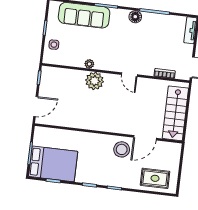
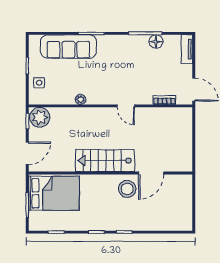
floor lamp: (135, 17) -> (156, 42), moved
plant: (94, 81) -> (40, 117), moved
stairs: (175, 113) -> (105, 161), moved, turned 90
bed: (53, 164) -> (54, 193), moved
rug: (155, 178) -> (168, 216), removed

